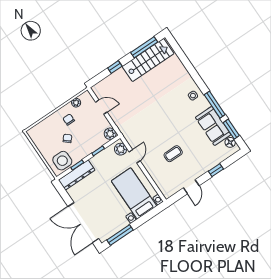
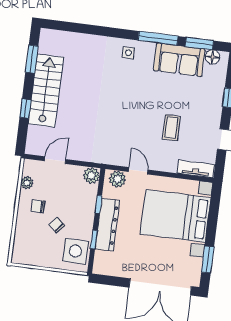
window: (144, 47) -> (32, 59), width x0.69
stairs: (148, 60) -> (46, 91), moved
dresser: (77, 175) -> (107, 225), moved
tv unit: (163, 186) -> (196, 169), added
bed with nightstands: (134, 193) -> (175, 216), width x1.36
window: (120, 235) -> (208, 260), width x0.69

